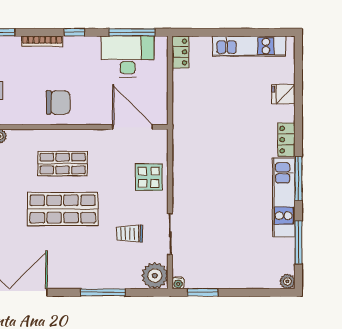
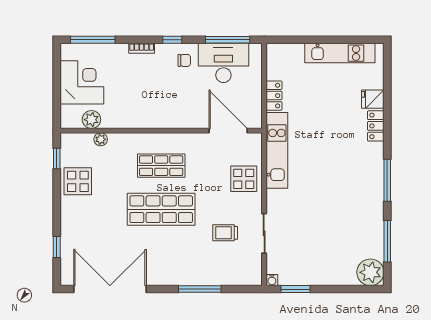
bookcase: (42, 41) -> (142, 48), width x0.64
locker: (180, 52) -> (274, 96), moved
chair: (58, 102) -> (184, 60), moved, width x0.54, depth x0.54
locker: (286, 140) -> (376, 126), moved
kitchen unit: (284, 197) -> (277, 150), moved, turned 180
plant: (155, 276) -> (249, 273), removed
plant: (287, 281) -> (370, 272), width x1.87, depth x1.87

